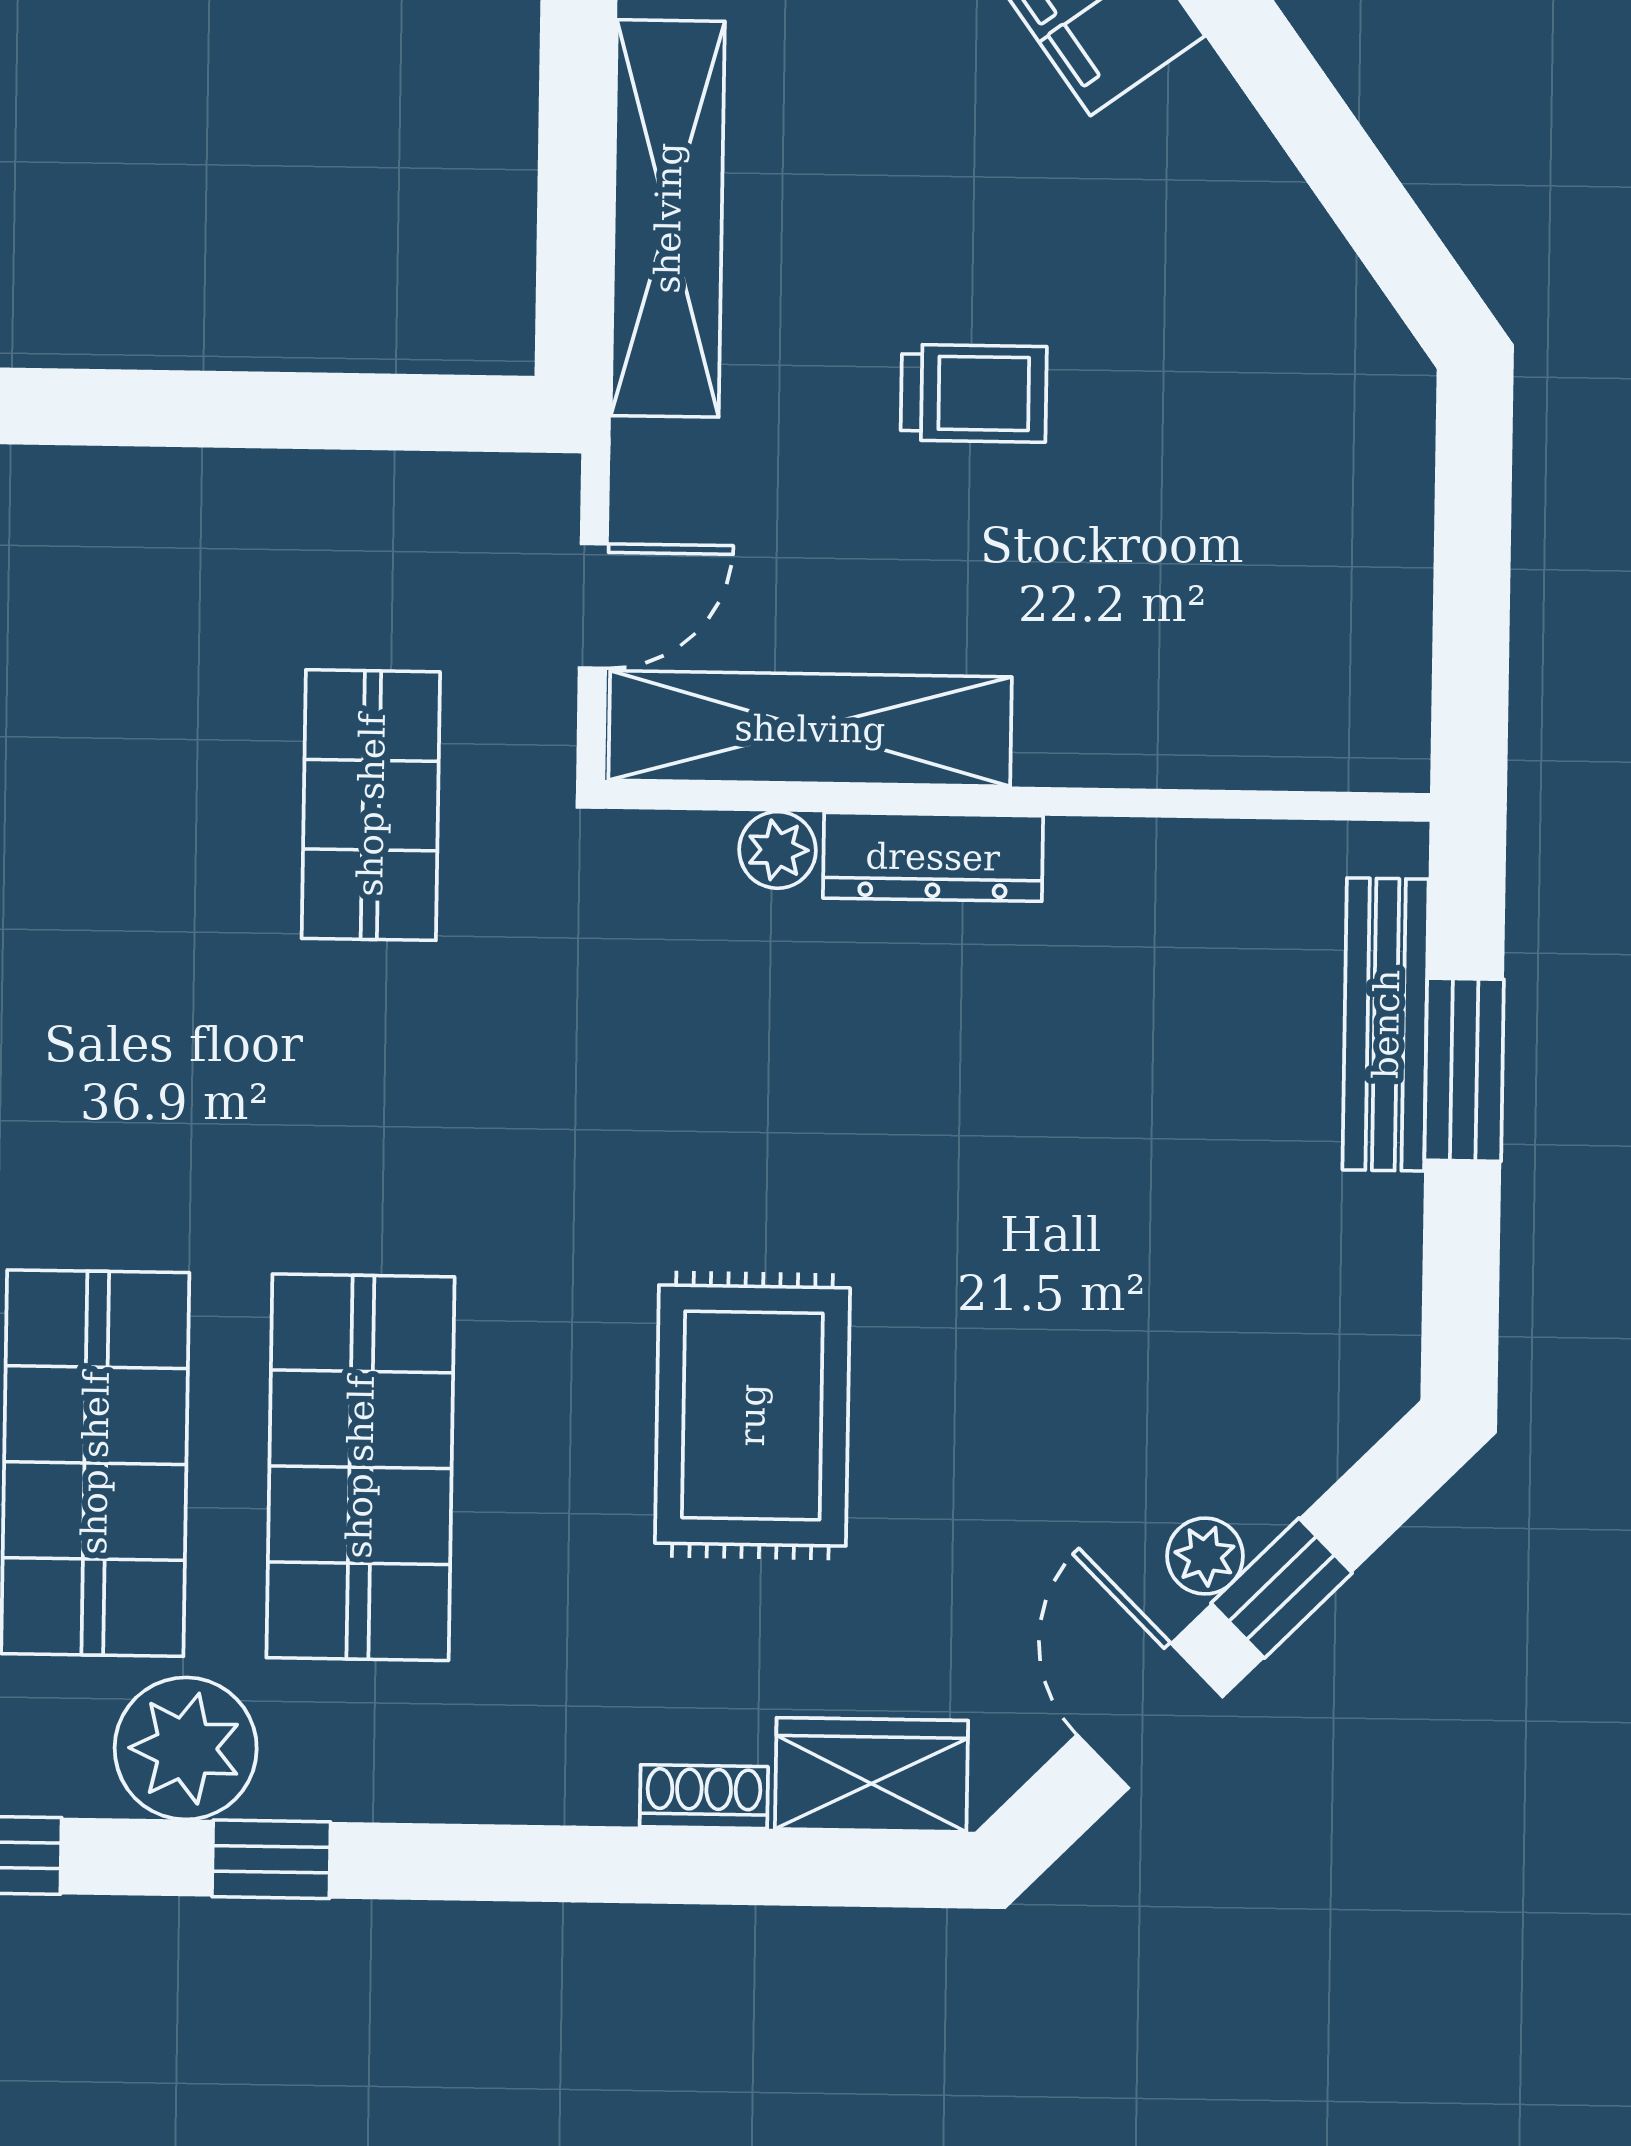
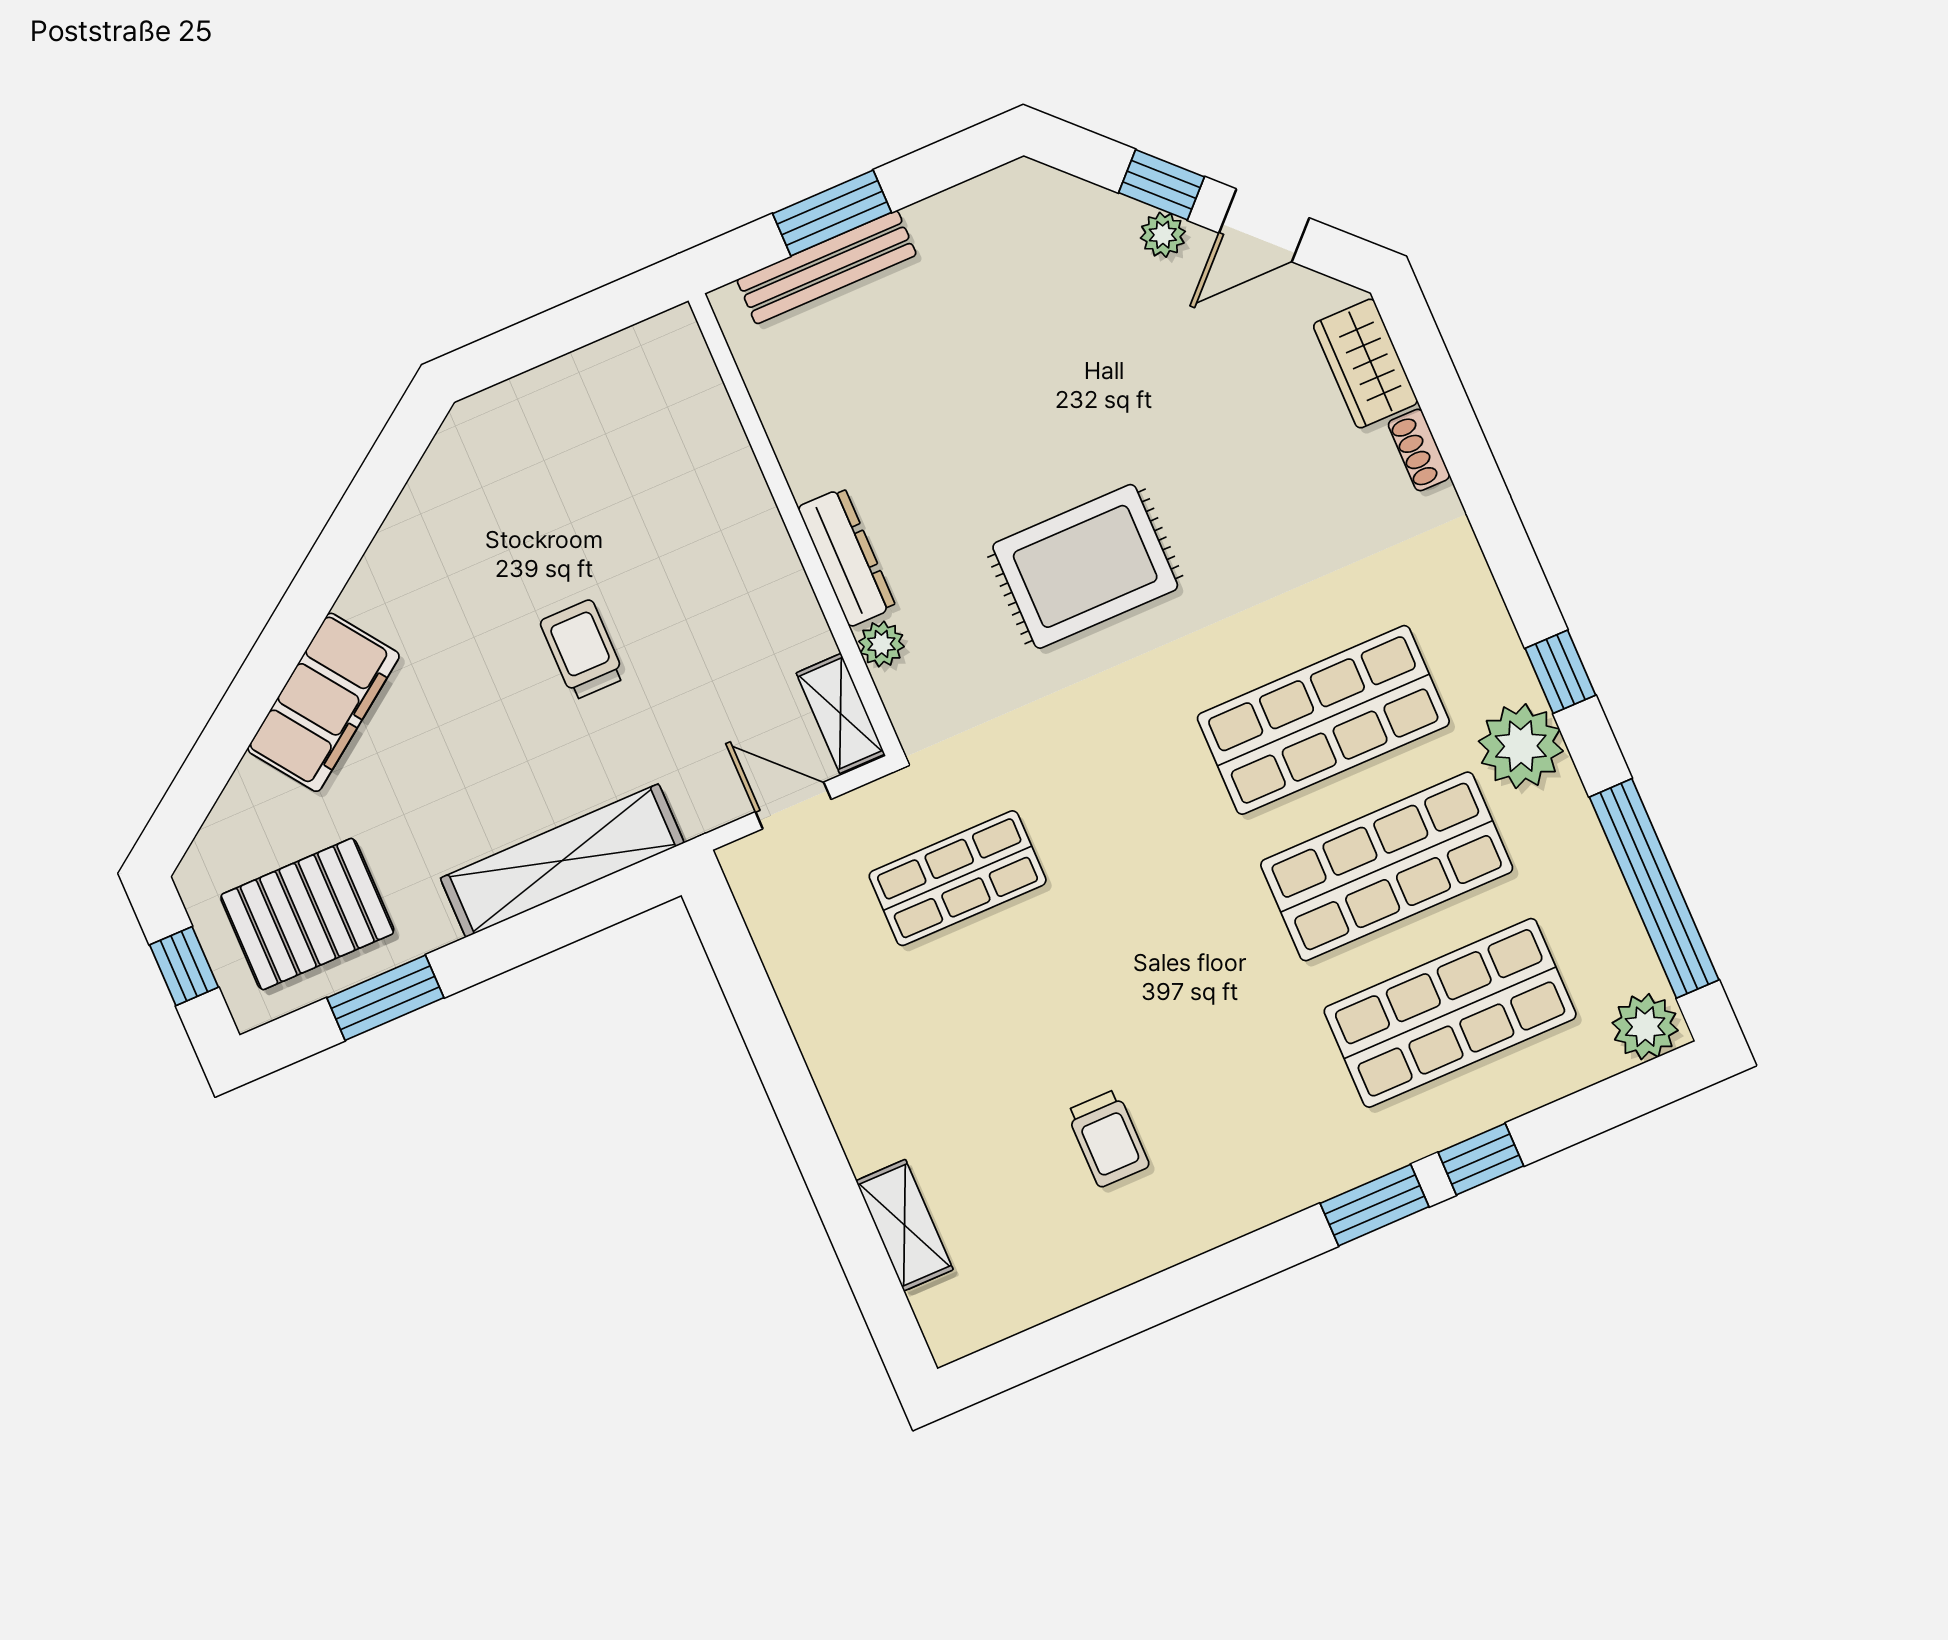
shelving: (810, 729) -> (841, 713), width x0.45, depth x0.75
rug: (752, 1415) -> (1085, 566), moved

